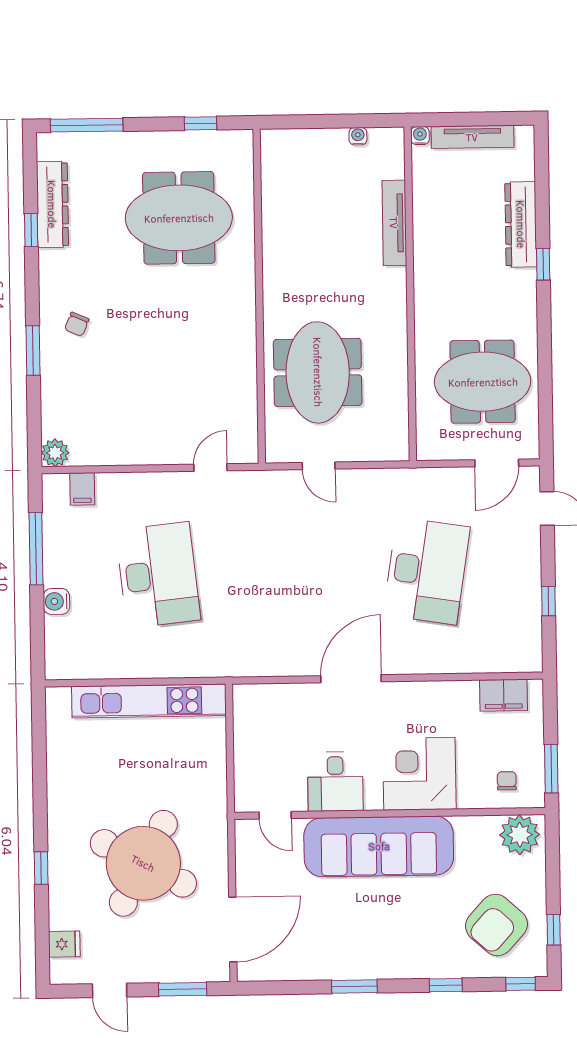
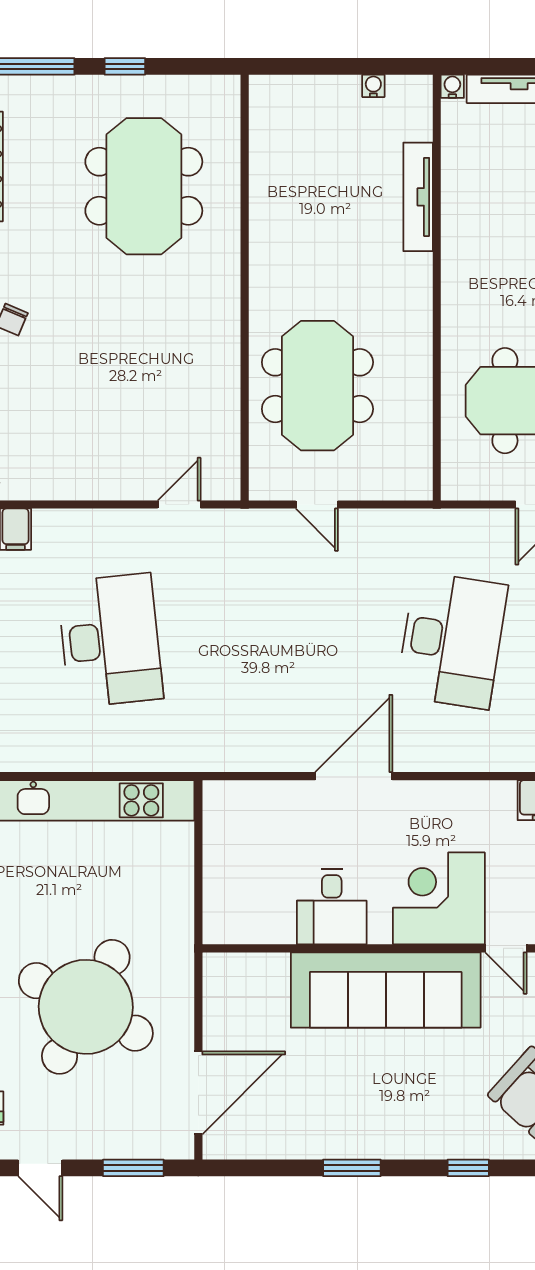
window: (201, 123) -> (125, 66), moved
meeting table: (179, 218) -> (144, 186), turned 90
door: (275, 815) -> (506, 948), moved

